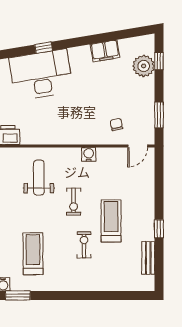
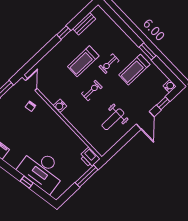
door: (138, 146) -> (31, 85), hinge flipped
weight bench: (39, 178) -> (113, 119), moved
treadmill: (33, 254) -> (134, 70), moved
window: (18, 295) -> (148, 51), moved

